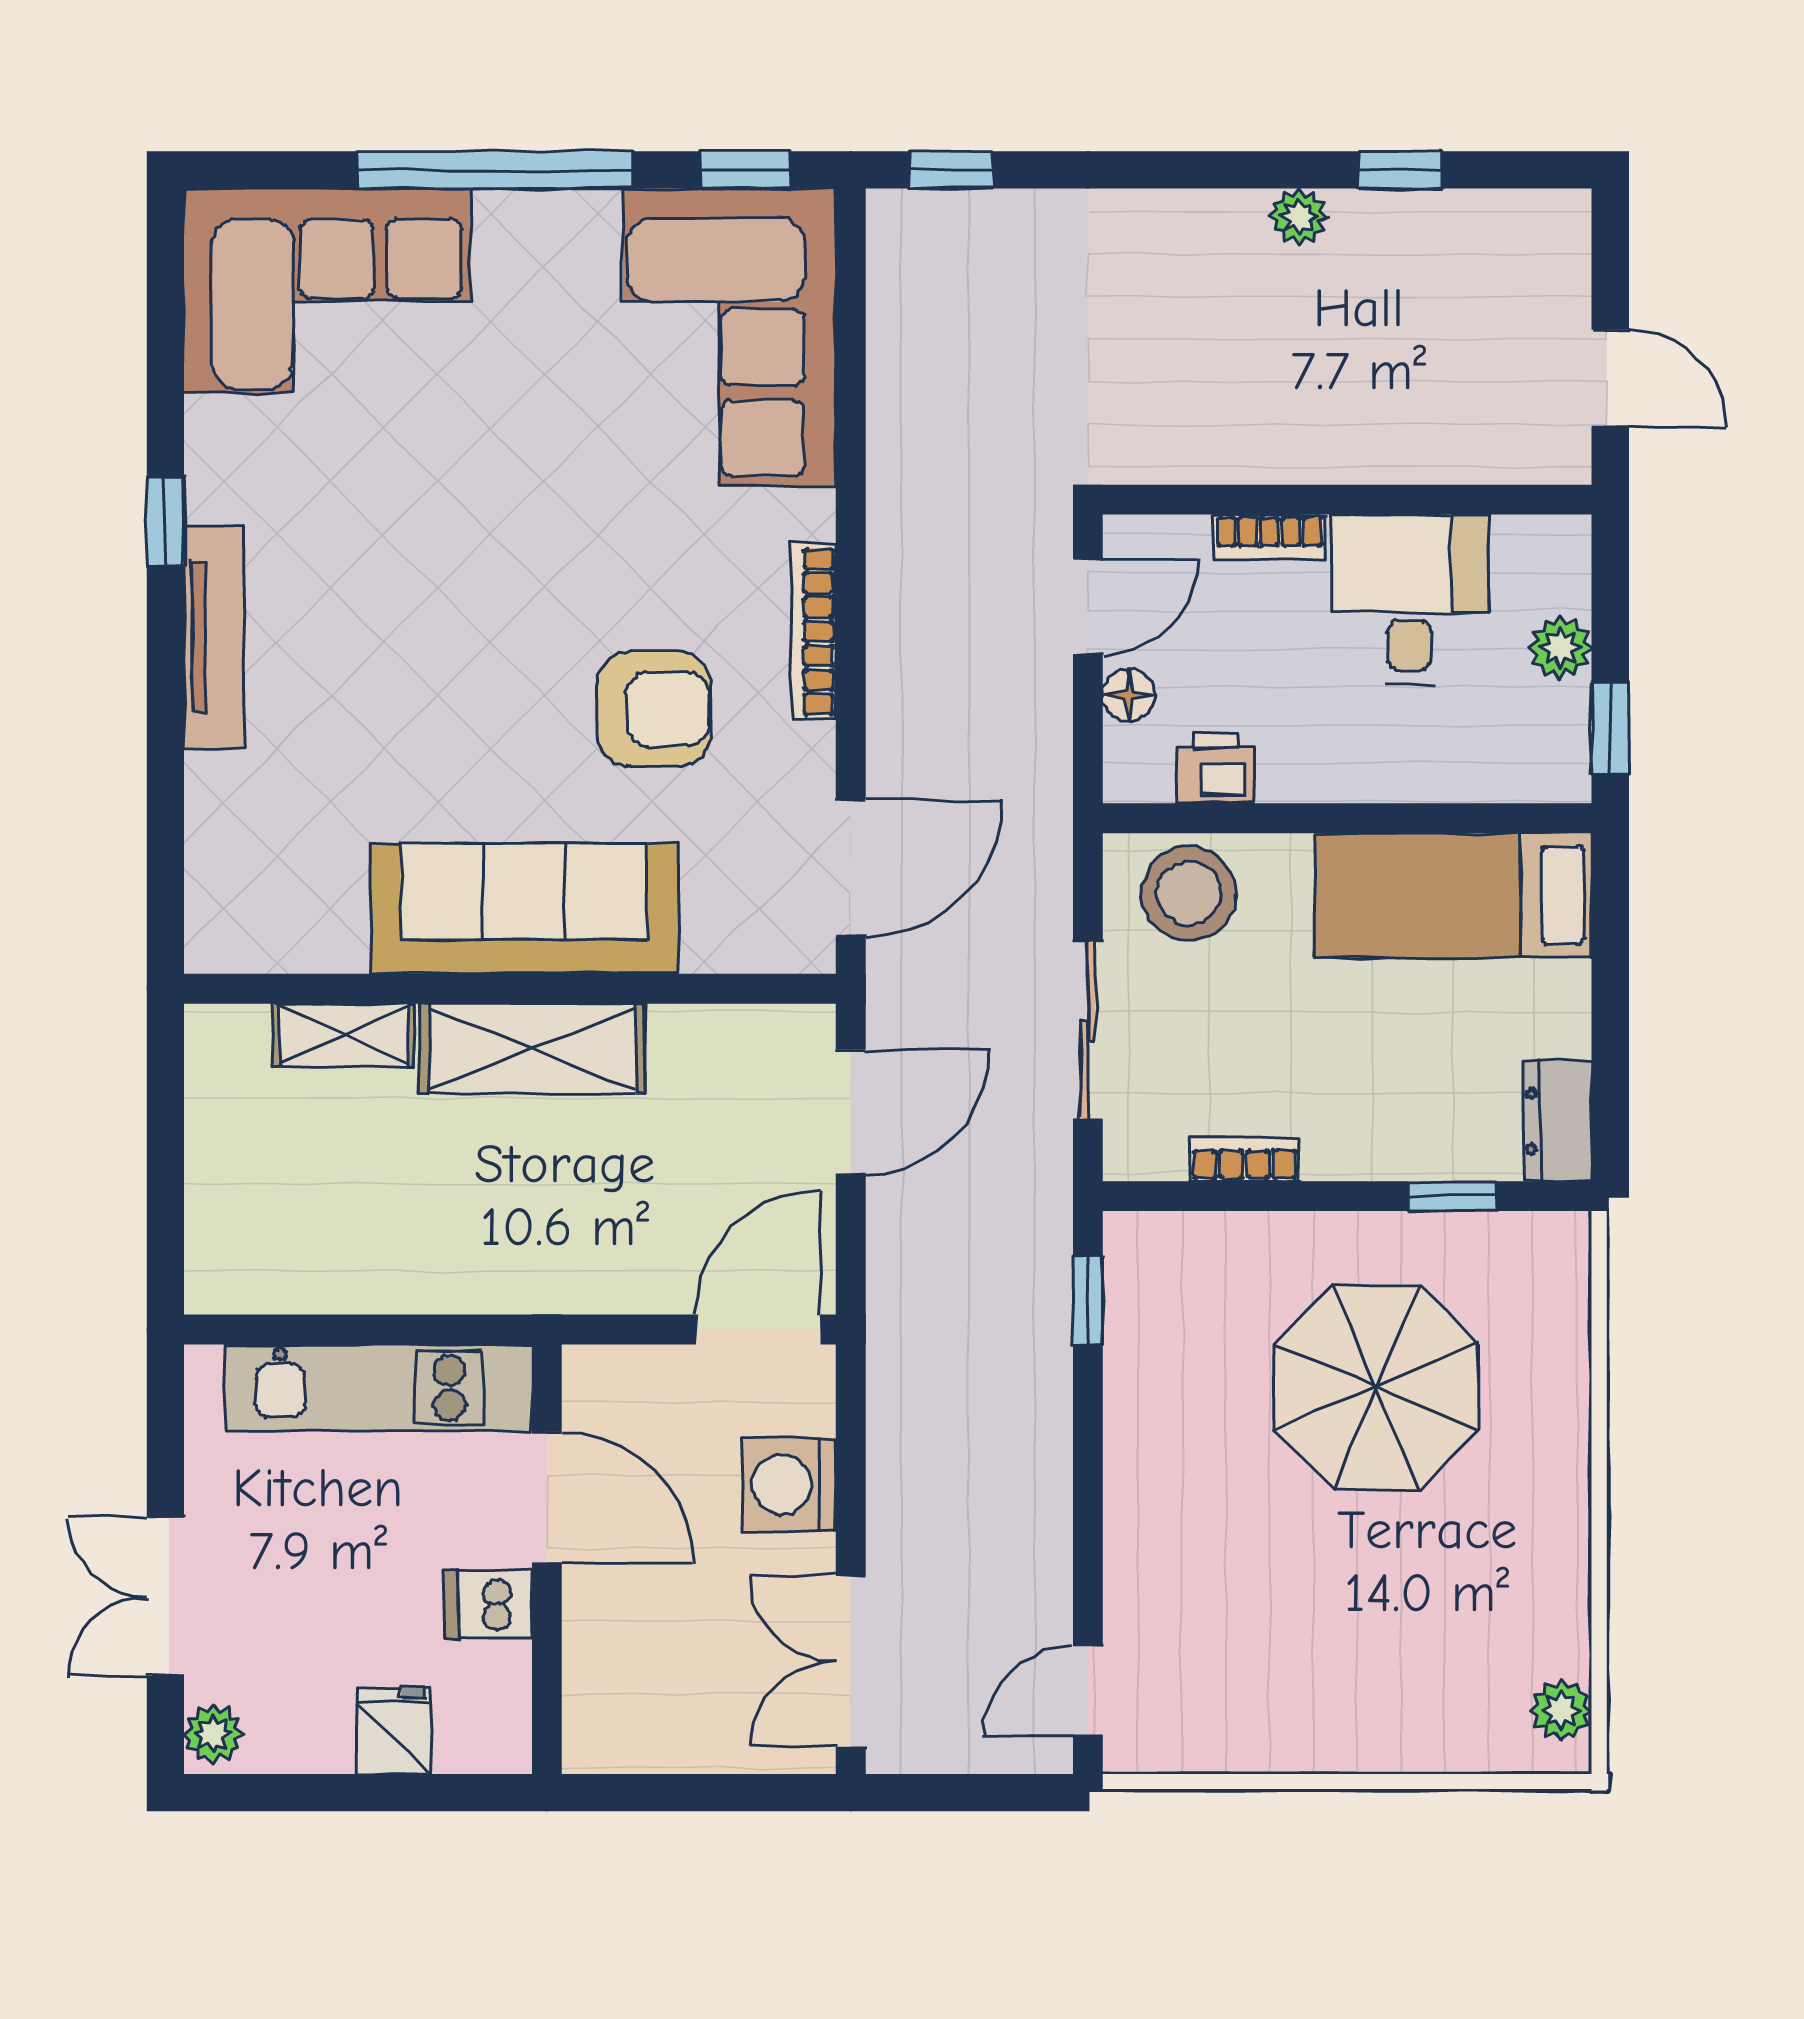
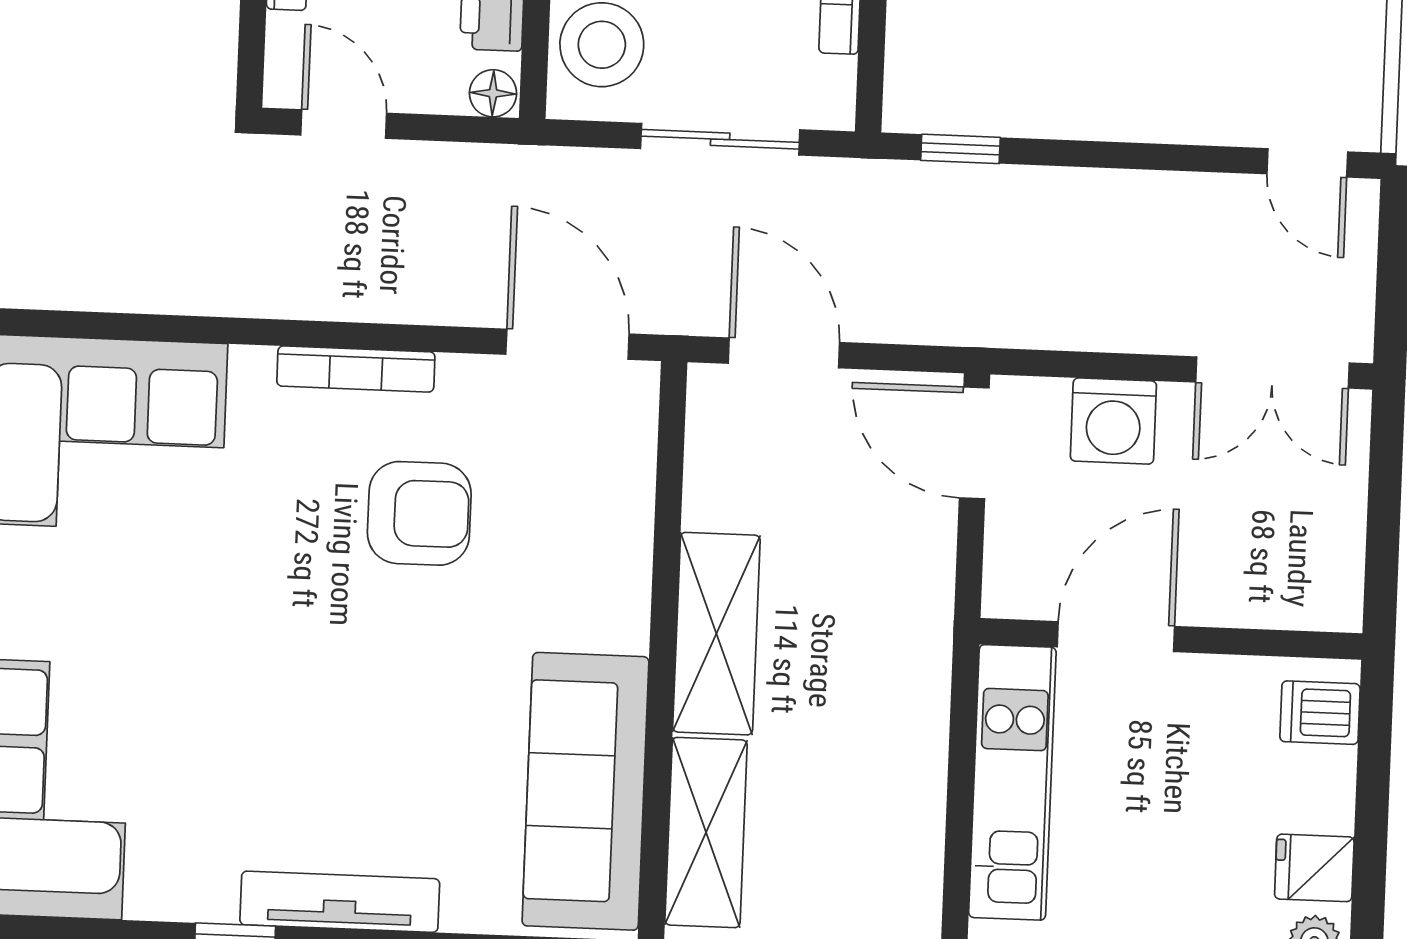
floor lamp: (1129, 695) -> (493, 93), moved
armchair: (654, 709) -> (419, 513), turned 90
sofa: (524, 908) -> (585, 791), moved
shelving: (344, 1035) -> (706, 832), width x1.50, depth x1.33
dishwasher: (488, 1604) -> (1320, 713), moved, turned 90
fridge: (394, 1731) -> (1314, 868), moved

